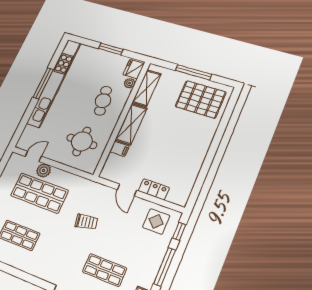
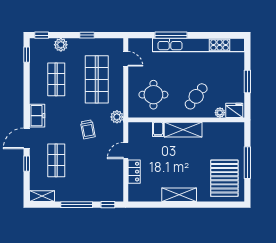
window: (43, 83) -> (171, 35), moved
shelving: (147, 88) -> (179, 195), moved
cafe table: (103, 101) -> (196, 96), turned -45
plant: (44, 170) -> (117, 117), moved
display table: (156, 221) -> (109, 184), removed
freezer: (47, 272) -> (37, 116), added

